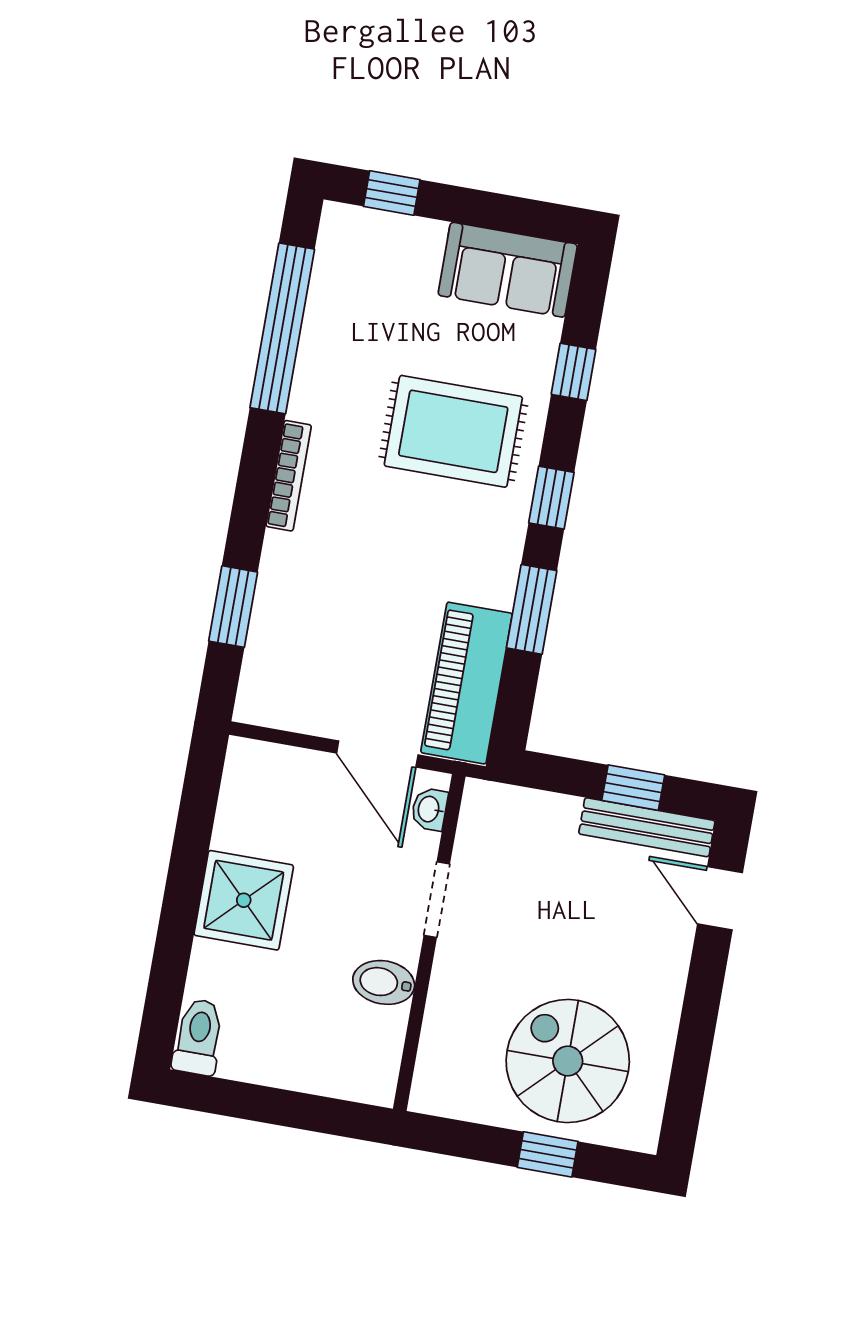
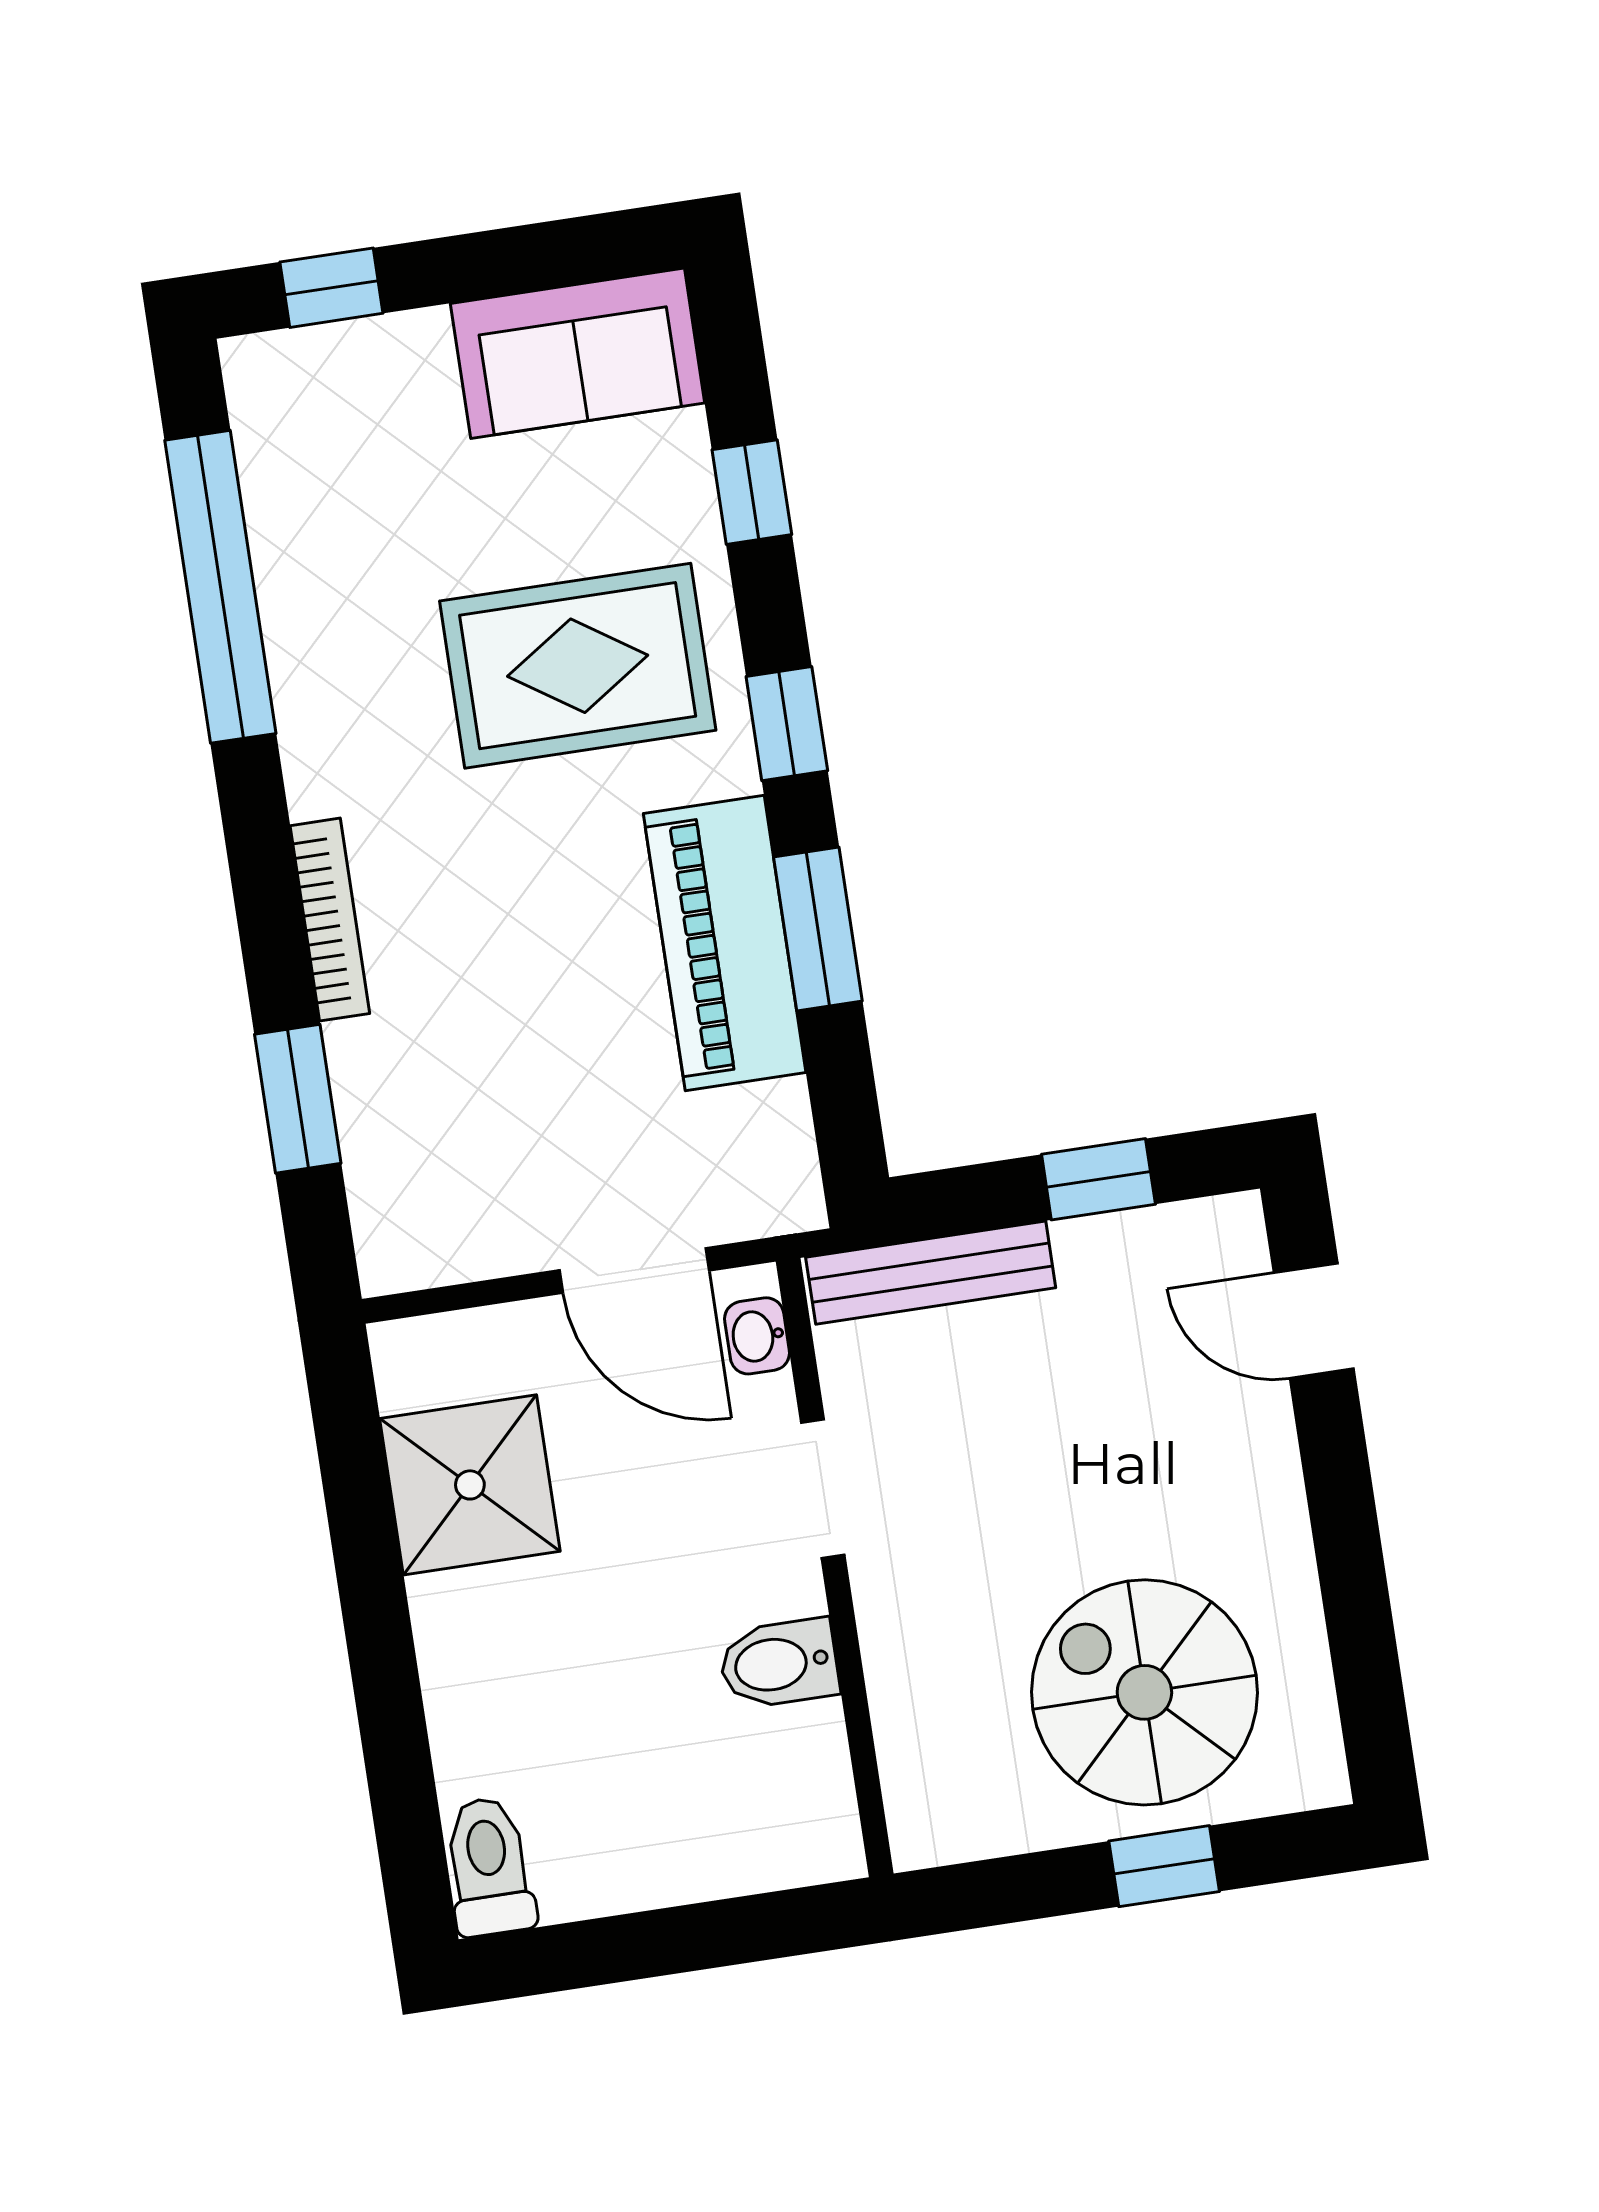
bookcase: (289, 476) -> (330, 920), moved
piano: (467, 683) -> (725, 943), moved
bench: (647, 827) -> (931, 1273), moved
shower: (244, 900) -> (470, 1485), moved

